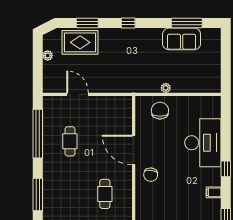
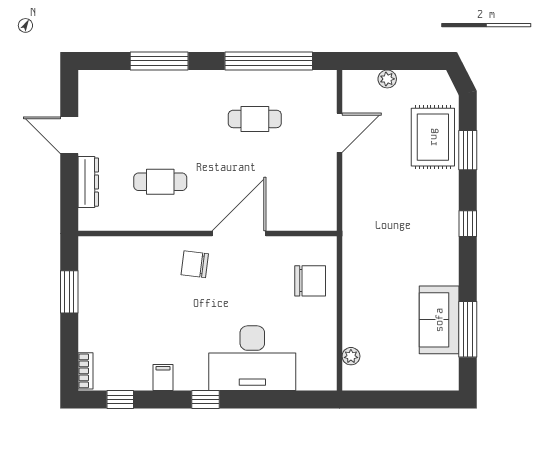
plant: (48, 56) -> (387, 79), moved
plant: (166, 88) -> (351, 356), moved

